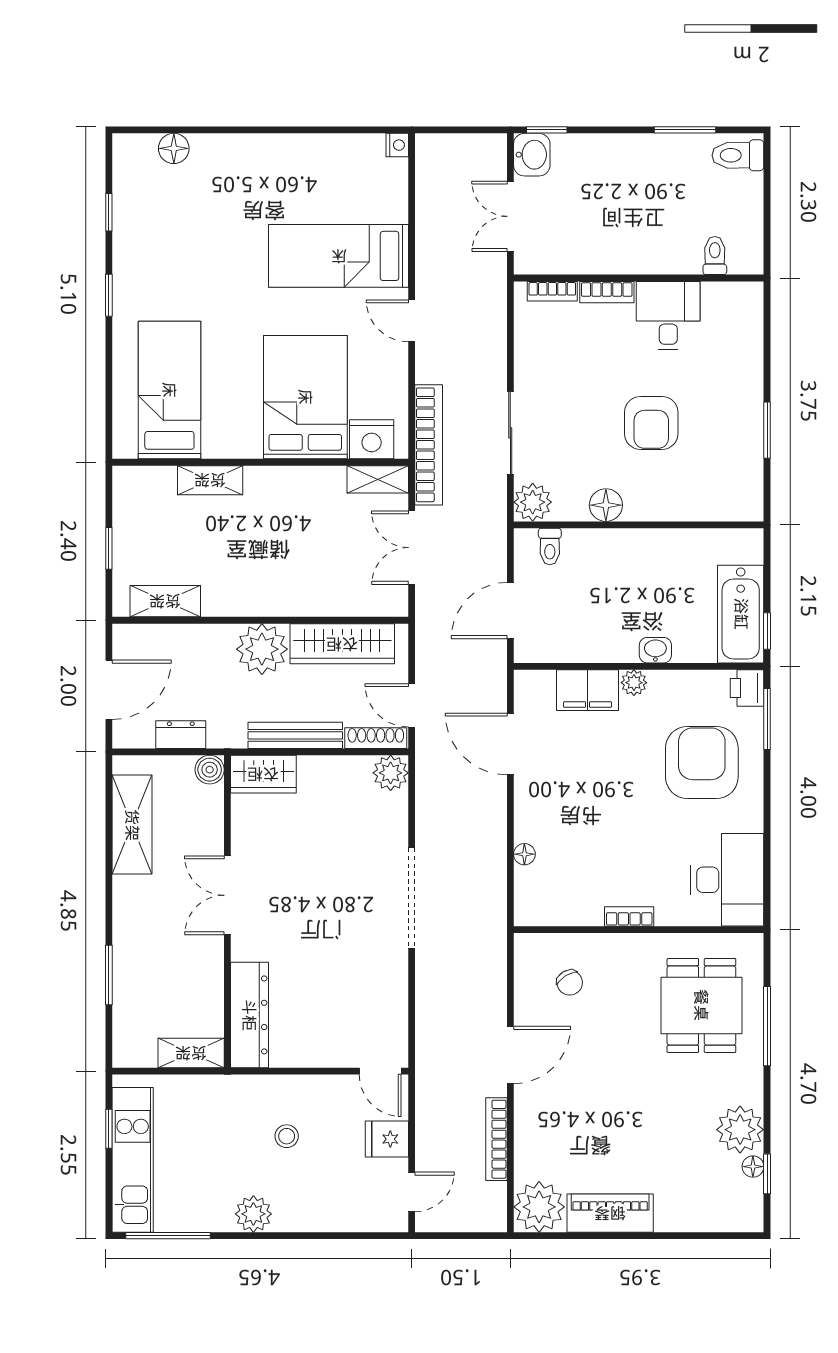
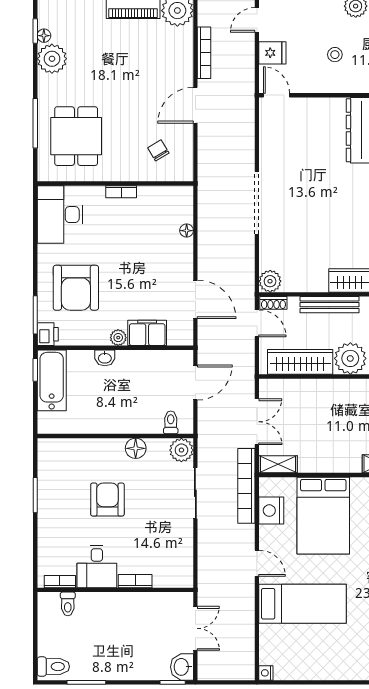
bookcase: (552, 291) -> (60, 582), moved
nightstand: (372, 439) -> (271, 511), moved, turned -90
shoe rack: (376, 738) -> (273, 303), width x0.70

